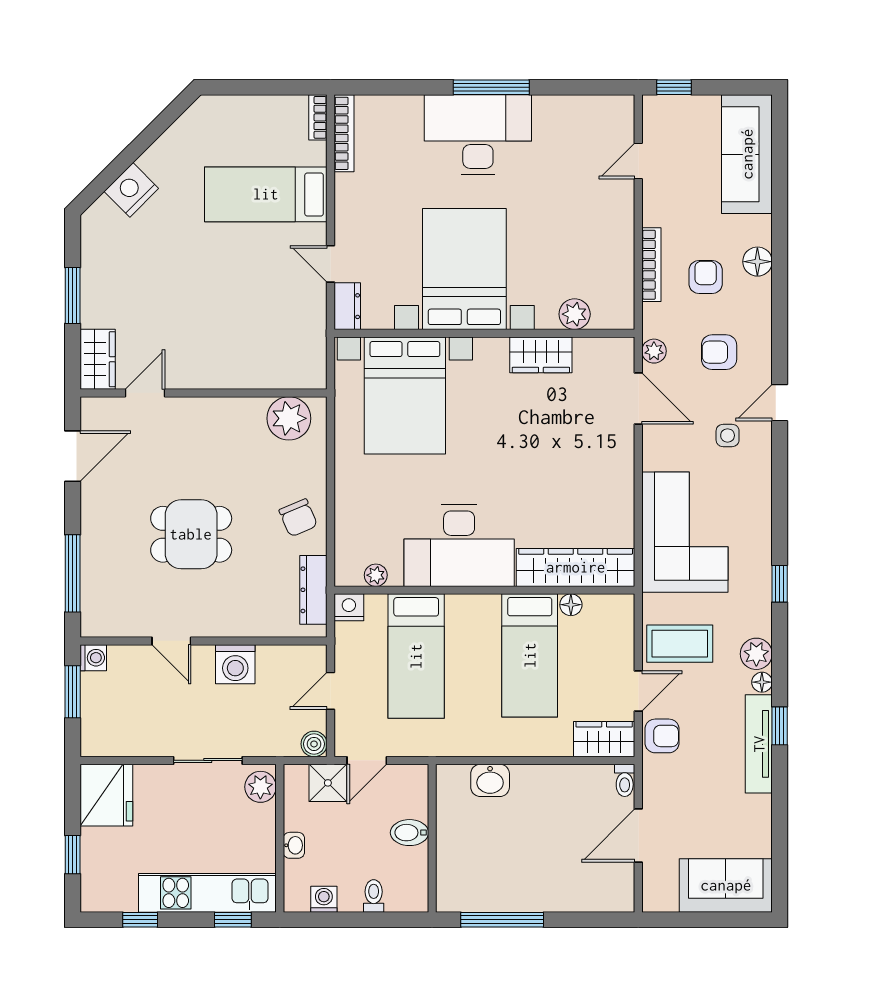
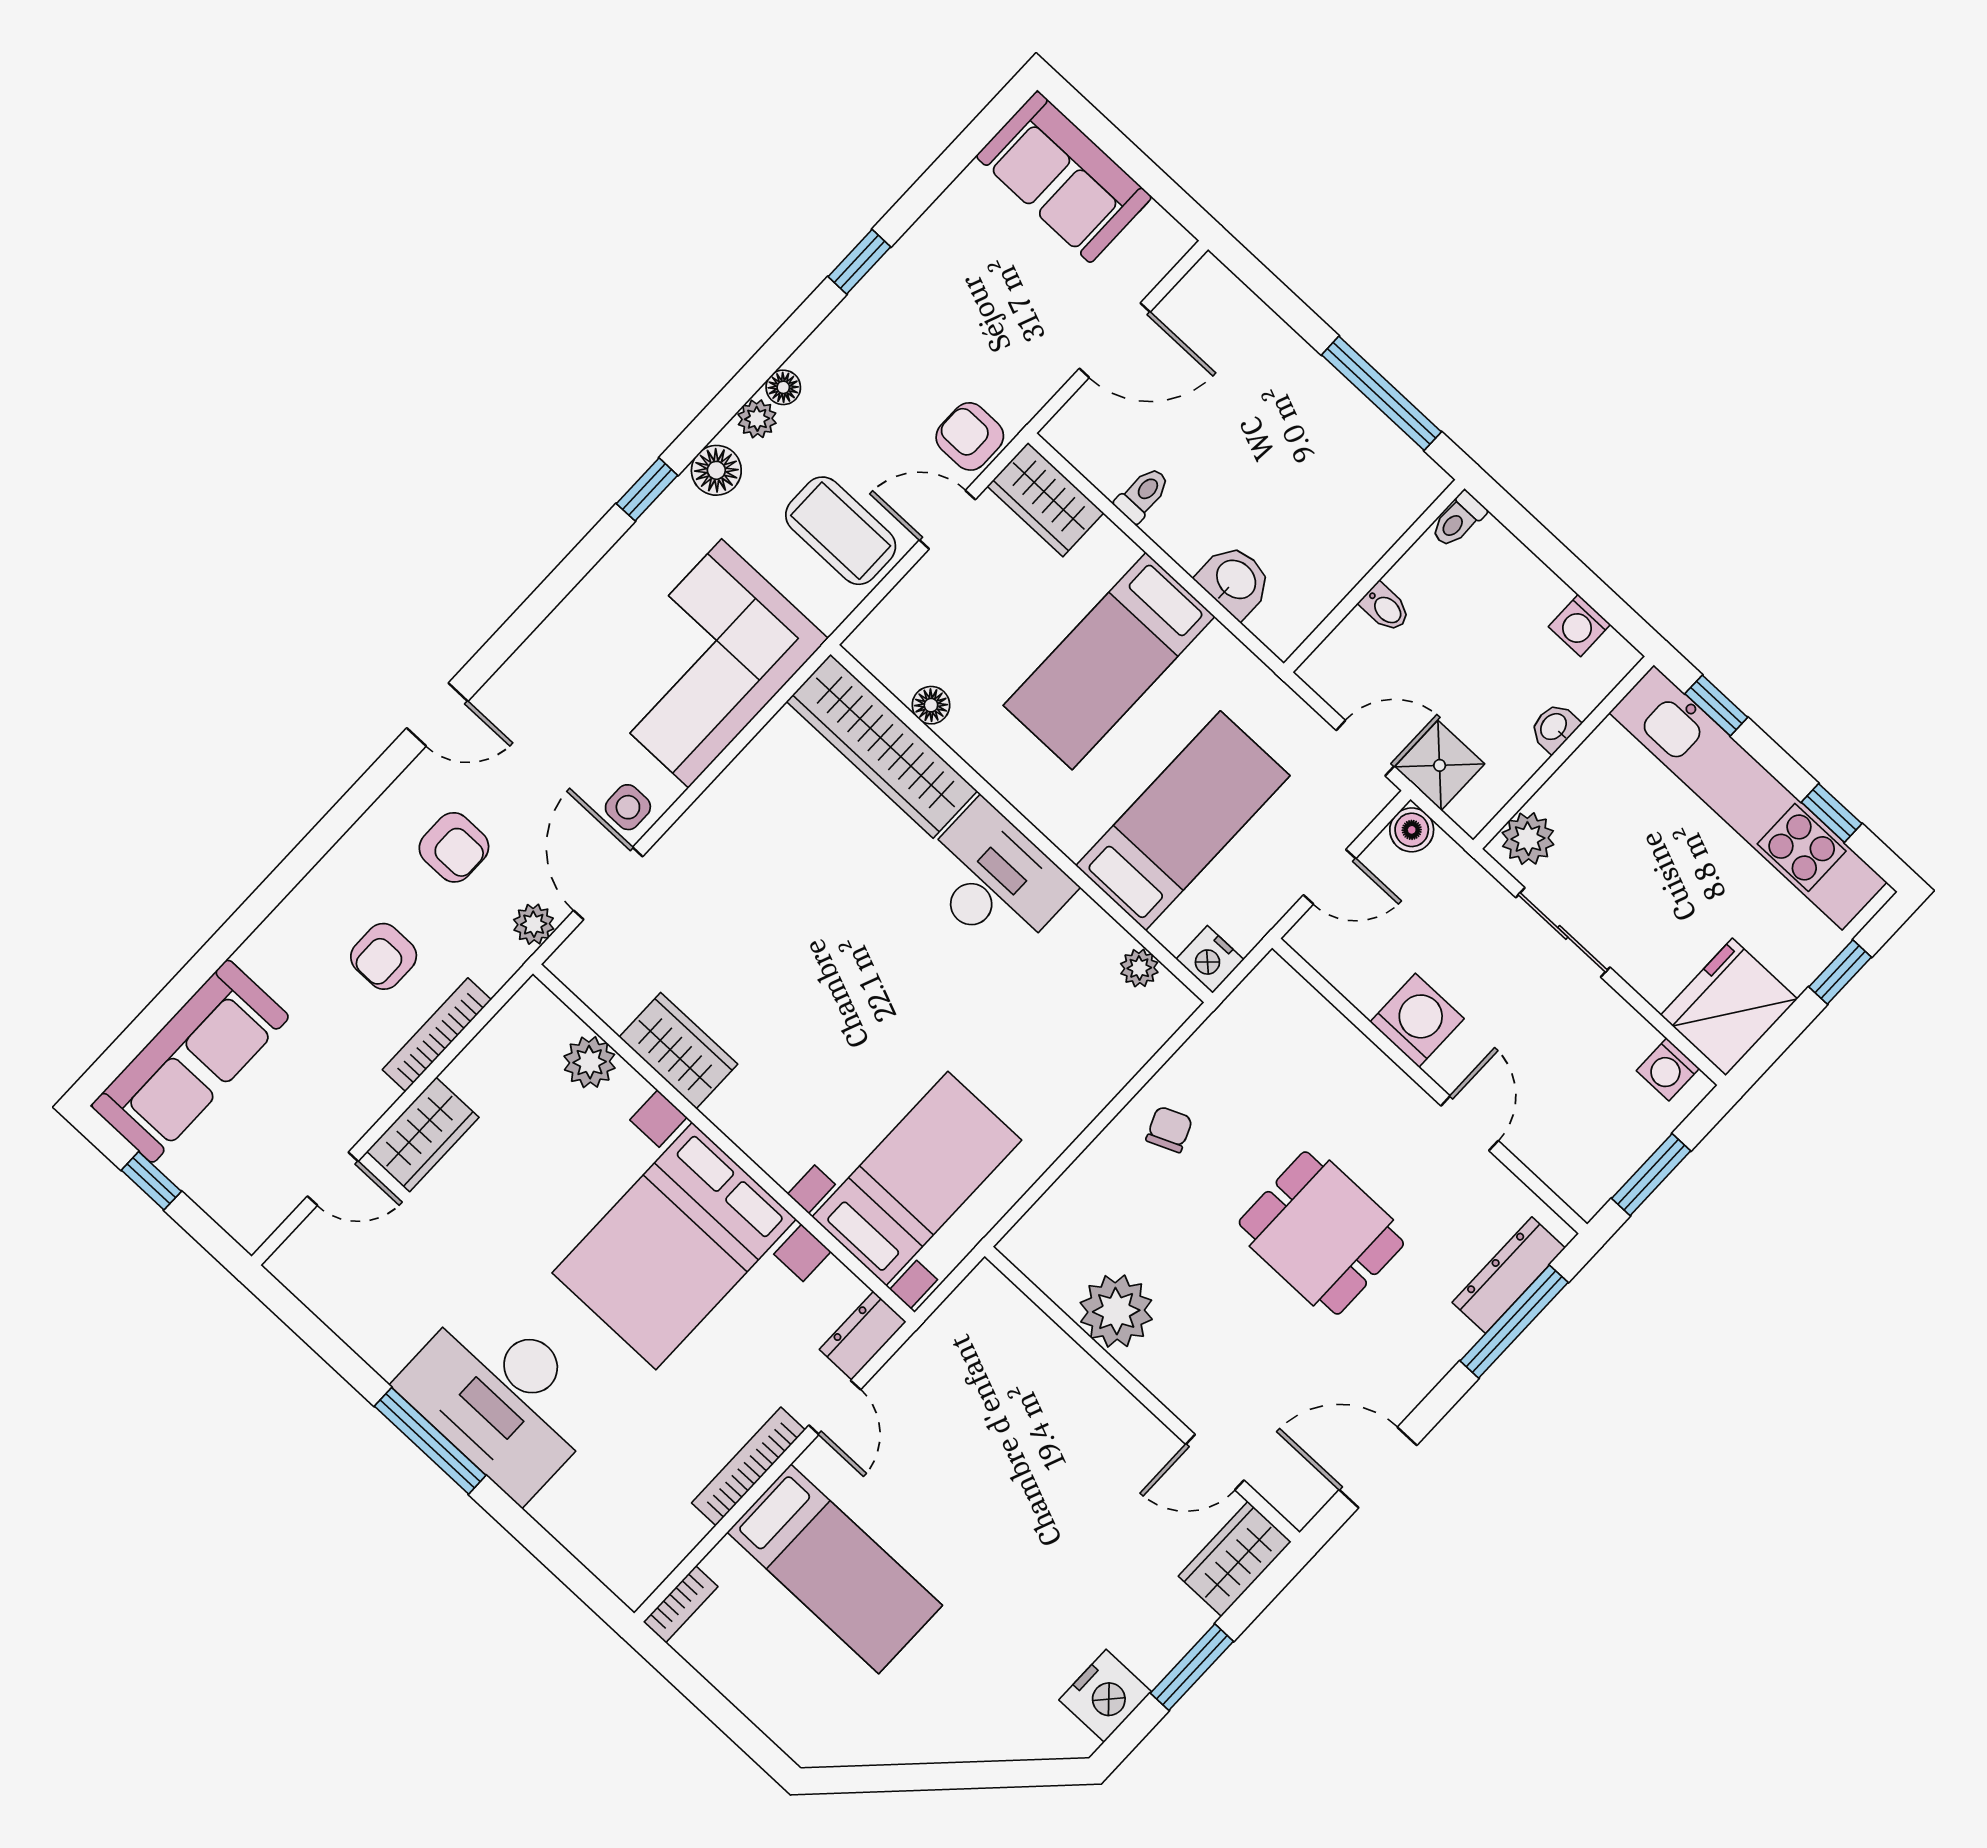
window: (674, 87) -> (151, 1181), moved
bookcase: (344, 133) -> (748, 1466), moved
nightstand: (131, 190) -> (1105, 1696), moved, turned -45
wardrobe: (617, 216) -> (423, 1134), added
floor lamp: (757, 262) -> (716, 470), moved
bed with nightstands: (405, 395) -> (917, 1179), width x0.73
plant: (289, 418) -> (1116, 1311), moved
side table: (728, 435) -> (628, 807), moved
chair: (298, 518) -> (1169, 1129), width x0.73, depth x0.73
desk: (459, 545) -> (994, 880), width x0.73, depth x0.77
dresser: (313, 590) -> (1509, 1275), moved, turned 180
plant: (756, 654) -> (757, 419), width x0.73, depth x0.73
bed: (530, 655) -> (1109, 661), moved, turned 180
washing machine: (93, 658) -> (1668, 1069), moved, turned -90
window: (780, 726) -> (859, 262), moved
tv unit: (759, 744) -> (859, 314), removed
toilet: (625, 780) -> (1143, 494), moved
bidet: (409, 833) -> (1385, 608), width x0.72, depth x0.74
kitchen unit: (207, 893) -> (1748, 797), width x1.36
toilet: (374, 896) -> (1458, 520), moved

